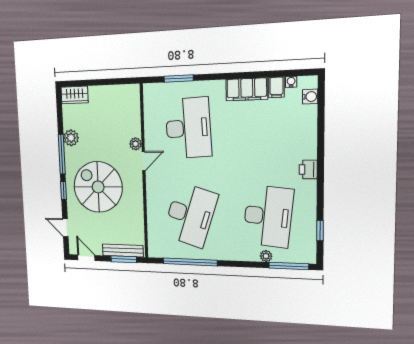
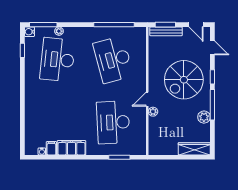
wardrobe: (75, 95) -> (194, 149), width x1.50
water cooler: (310, 97) -> (29, 32), moved
printer: (308, 169) -> (30, 92), removed
spiral stairs: (98, 187) -> (184, 80), turned 90
desk: (190, 215) -> (113, 60), turned -33

